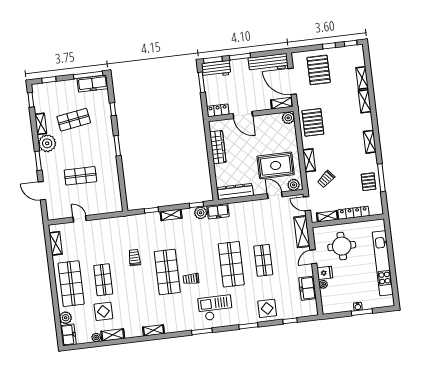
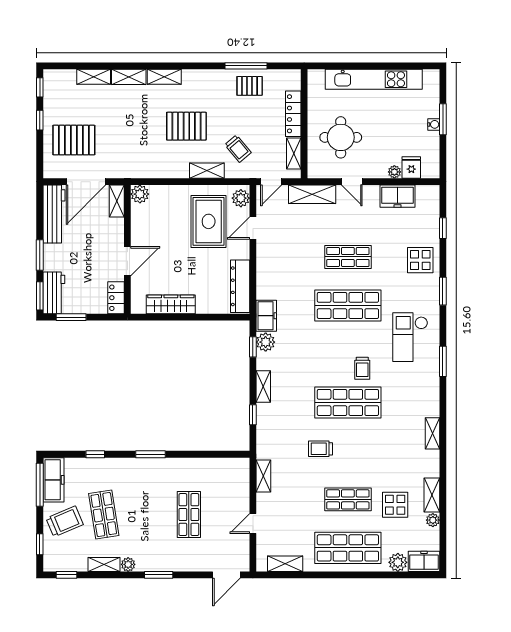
trolley: (66, 94) -> (65, 521), added
pallet: (313, 122) -> (186, 126), moved
shelving: (370, 142) -> (164, 77), moved
plant: (47, 143) -> (128, 564), width x0.53, depth x0.53
door: (42, 191) -> (226, 575), moved
shelving: (112, 222) -> (263, 476), added
fridge: (325, 273) -> (411, 167), moved

